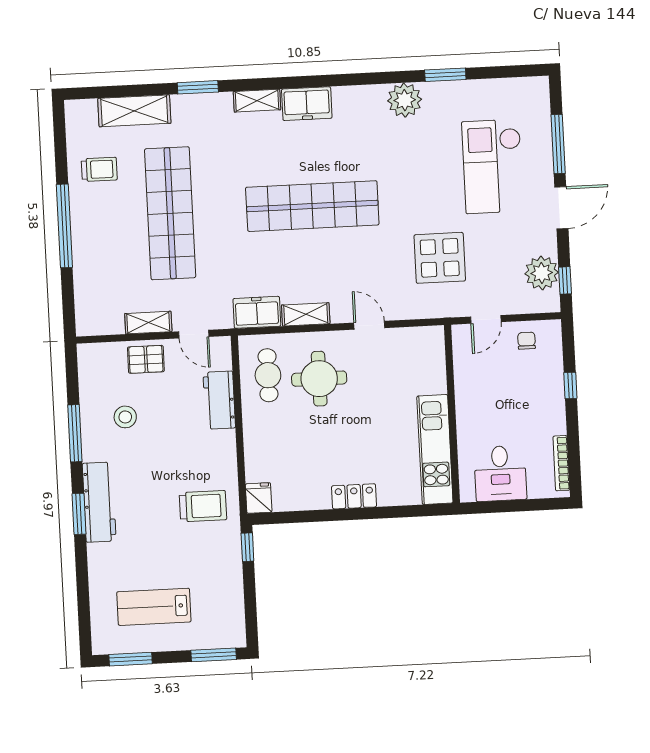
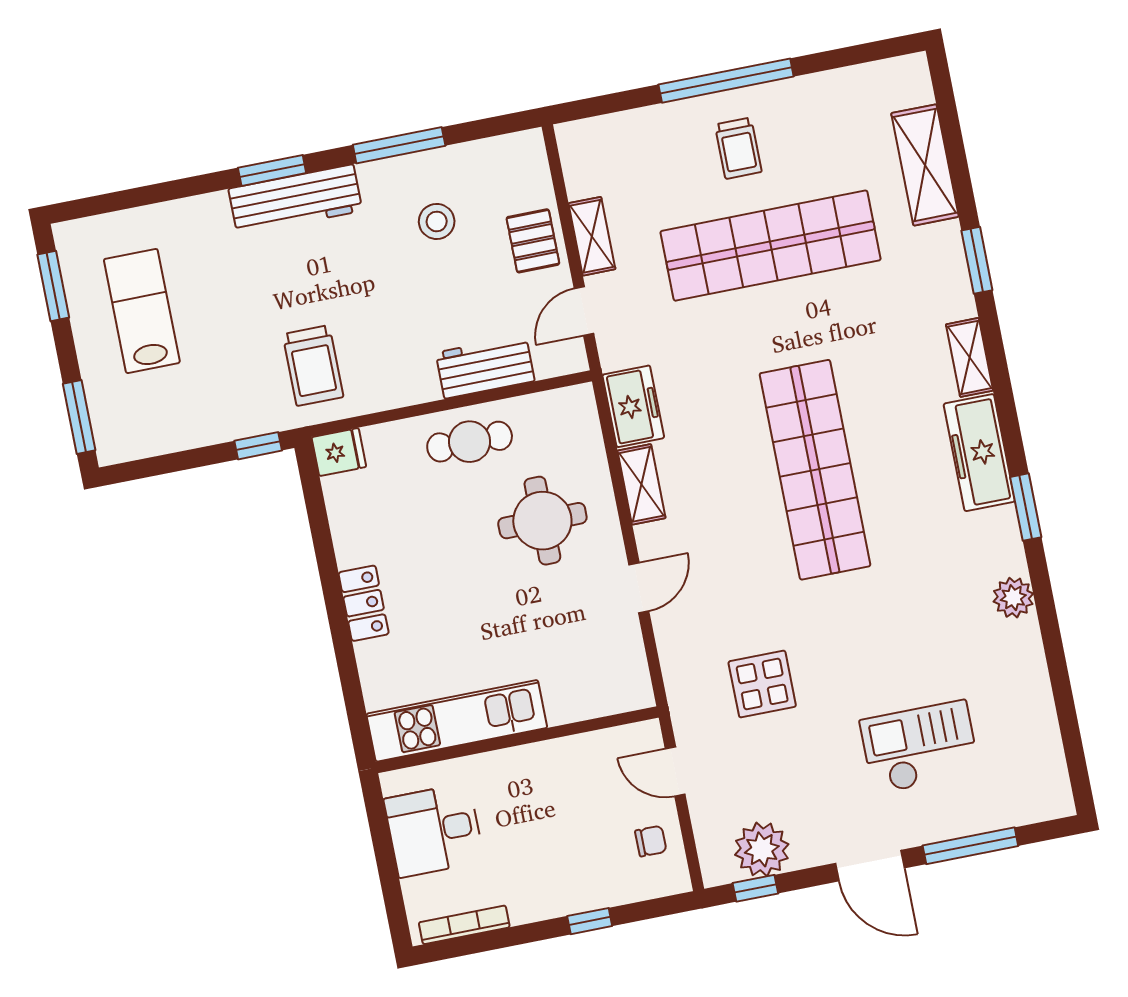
window: (445, 75) -> (1026, 507), moved
plant: (405, 100) -> (1013, 598), width x0.73, depth x0.73
freezer: (307, 104) -> (979, 453), width x1.40
checkout: (493, 166) -> (920, 747), width x0.73, depth x0.83
trolley: (99, 169) -> (738, 148), moved
display table: (440, 258) -> (762, 684), width x0.73, depth x0.73
cafe table: (268, 375) -> (470, 442), moved

